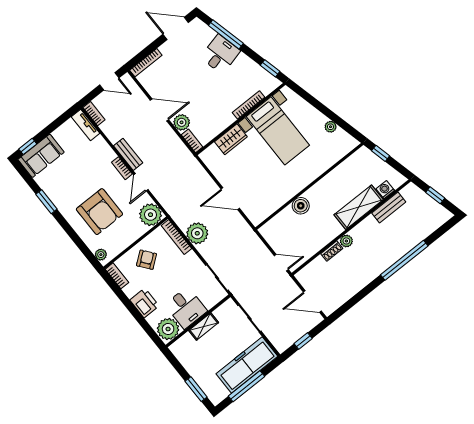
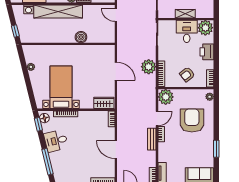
desk: (220, 54) -> (56, 141), moved
floor lamp: (269, 81) -> (44, 118), added
plant: (182, 122) -> (109, 133), removed
wardrobe: (231, 139) -> (104, 103), moved
shelving: (359, 207) -> (58, 11), width x1.47

